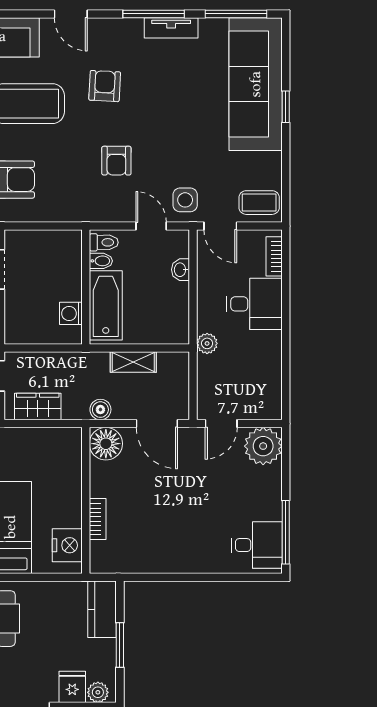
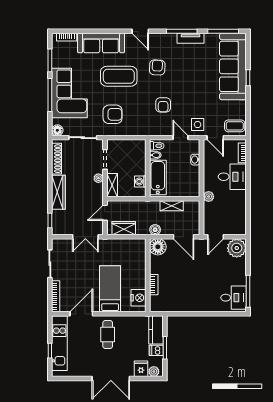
shelving: (15, 321) -> (112, 185), added
dishwasher: (103, 650) -> (156, 350), added

